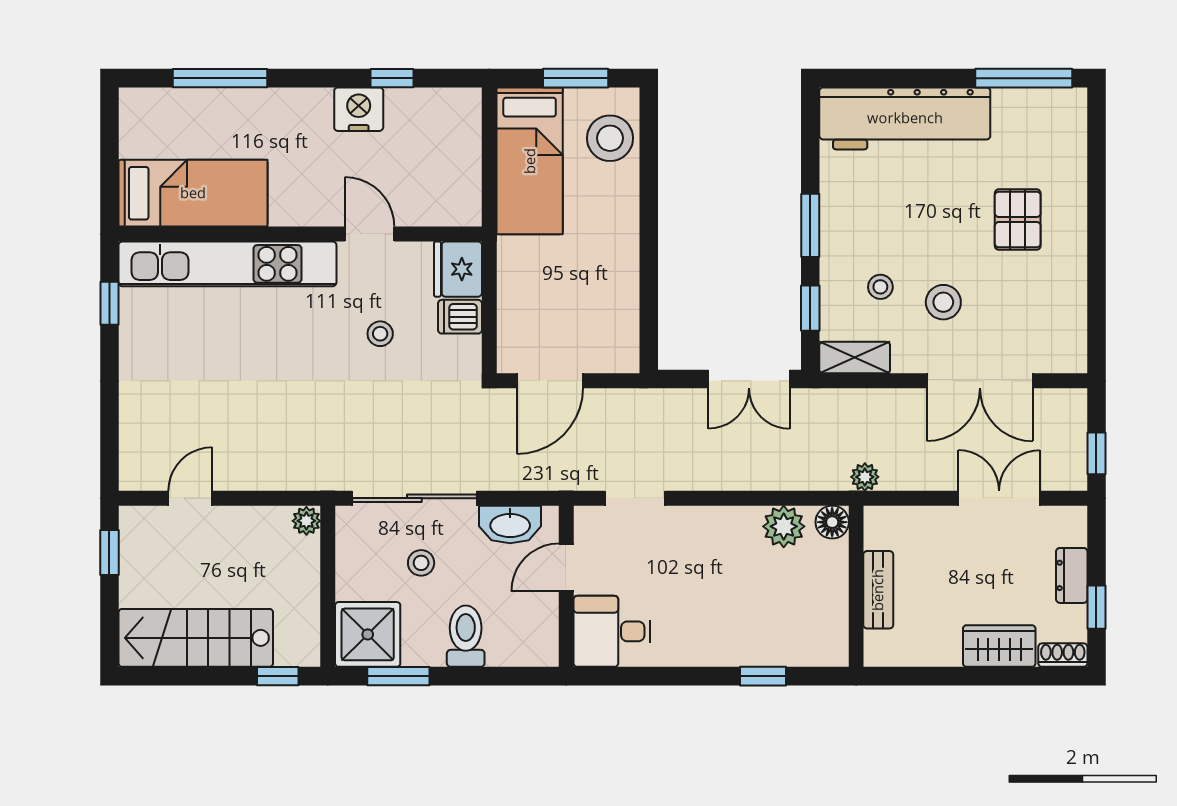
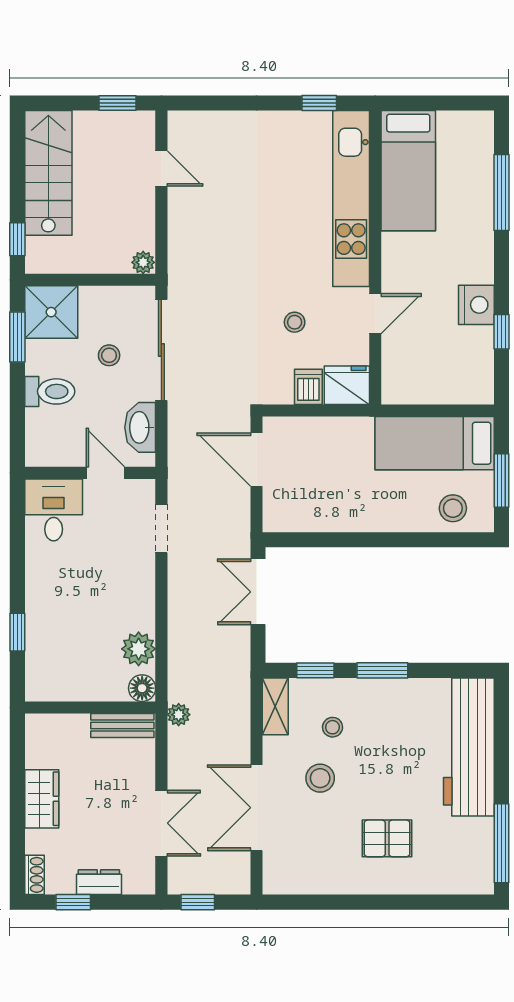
stool: (610, 138) -> (453, 508), width x0.73, depth x0.73
double door: (749, 379) -> (258, 592), moved
bench: (878, 590) -> (122, 725), moved
wardrobe: (999, 646) -> (42, 799), moved

